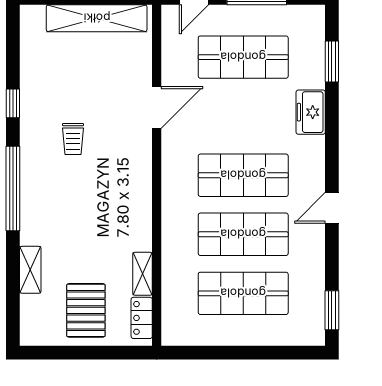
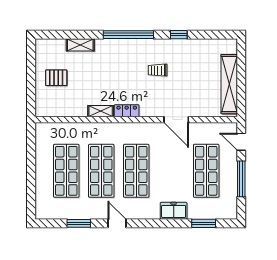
shelving: (142, 274) -> (101, 111), moved
pallet: (86, 310) -> (56, 78), width x0.67, depth x0.71
window: (332, 310) -> (79, 223), moved
locker: (142, 318) -> (127, 111), moved

